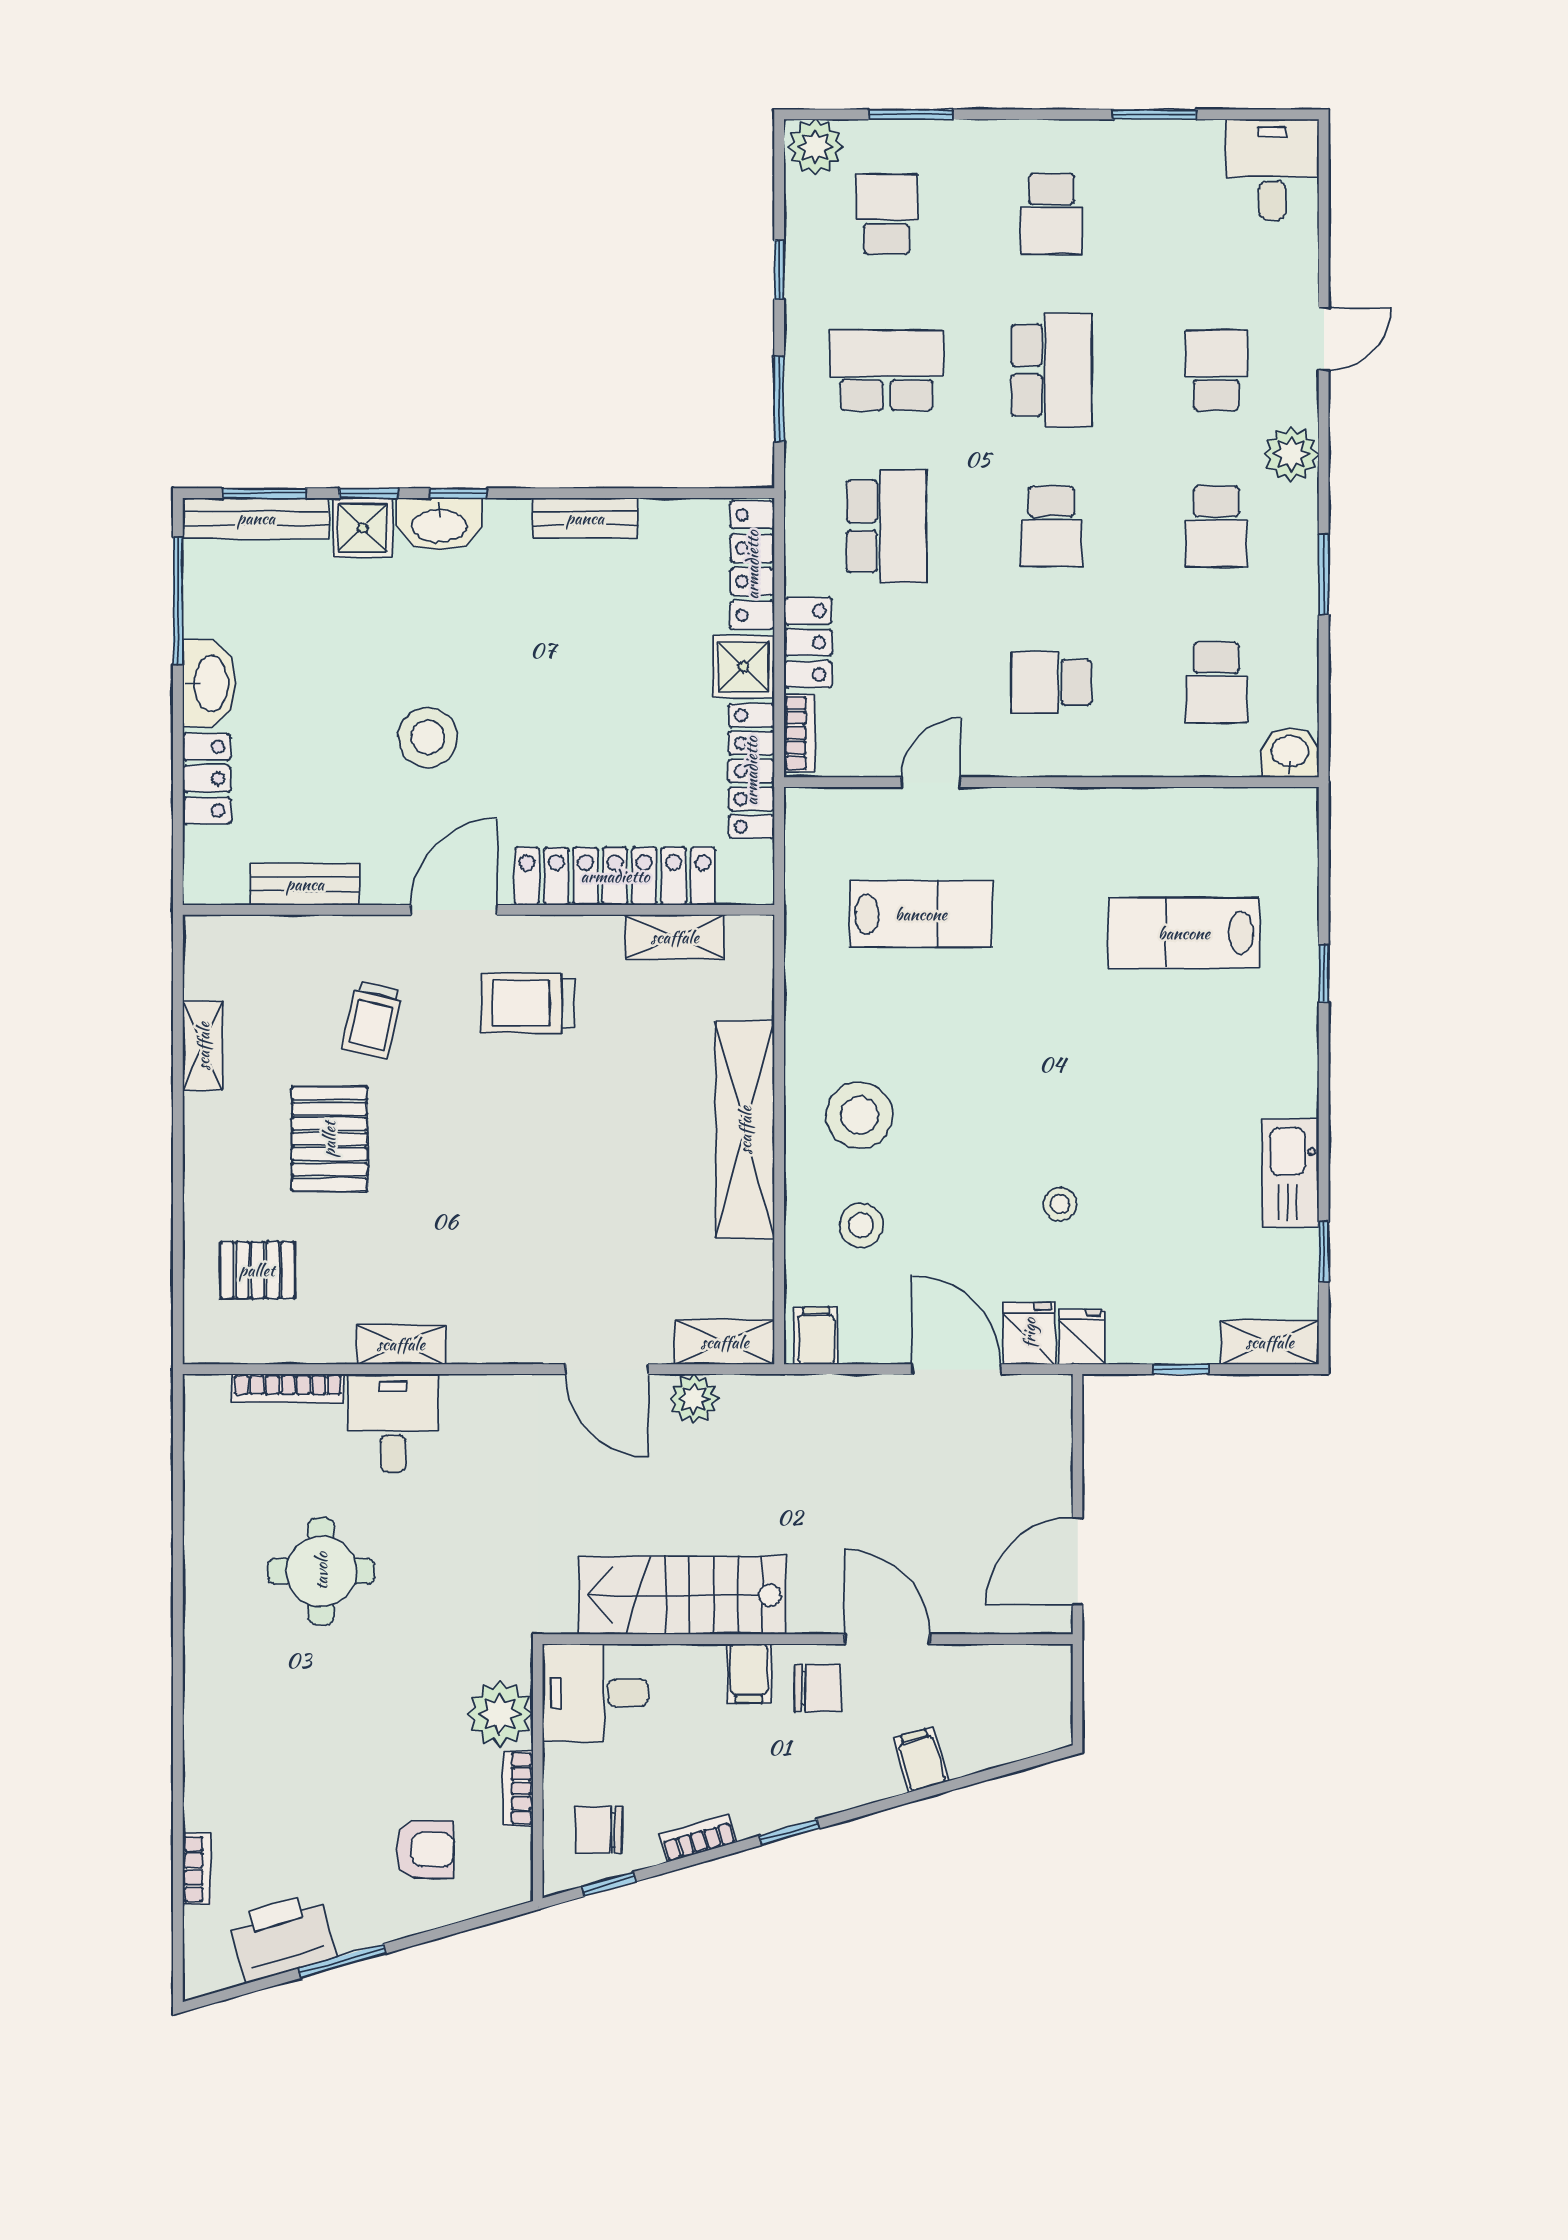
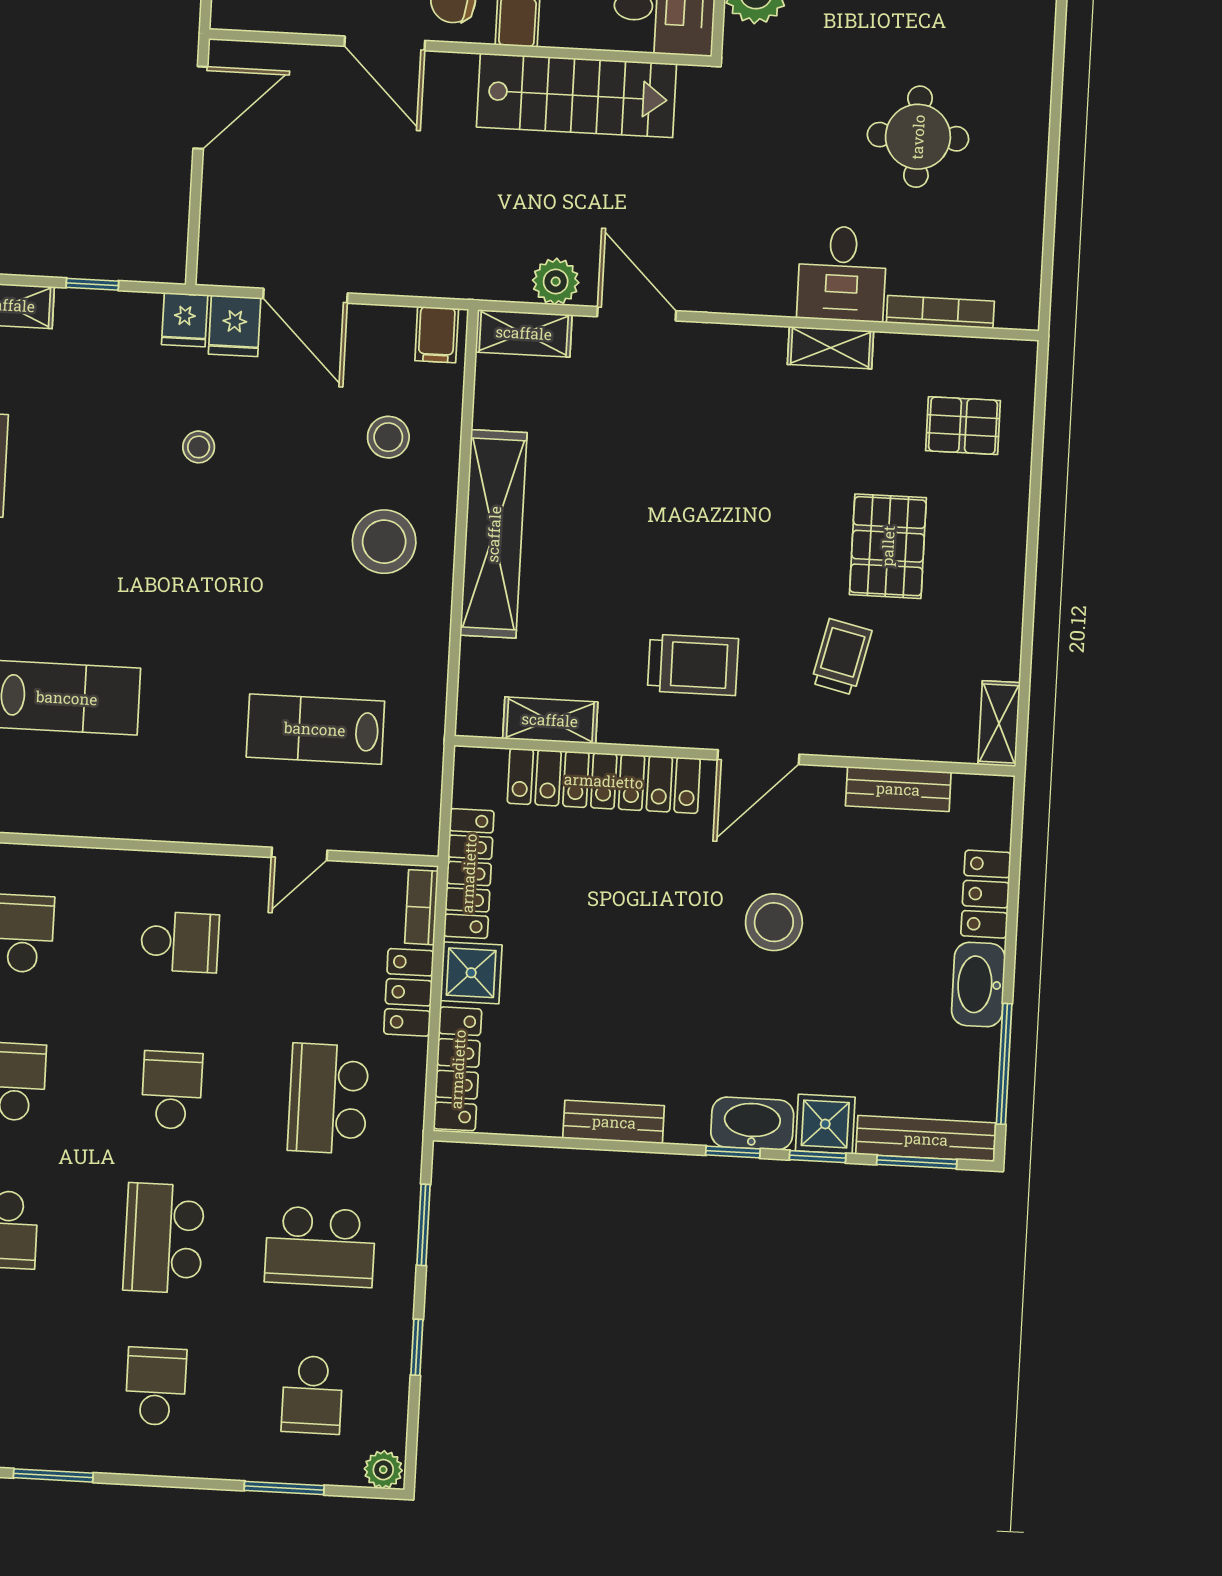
plant: (815, 147) -> (383, 1470), width x0.73, depth x0.73
shelving: (203, 1046) -> (999, 724), moved

